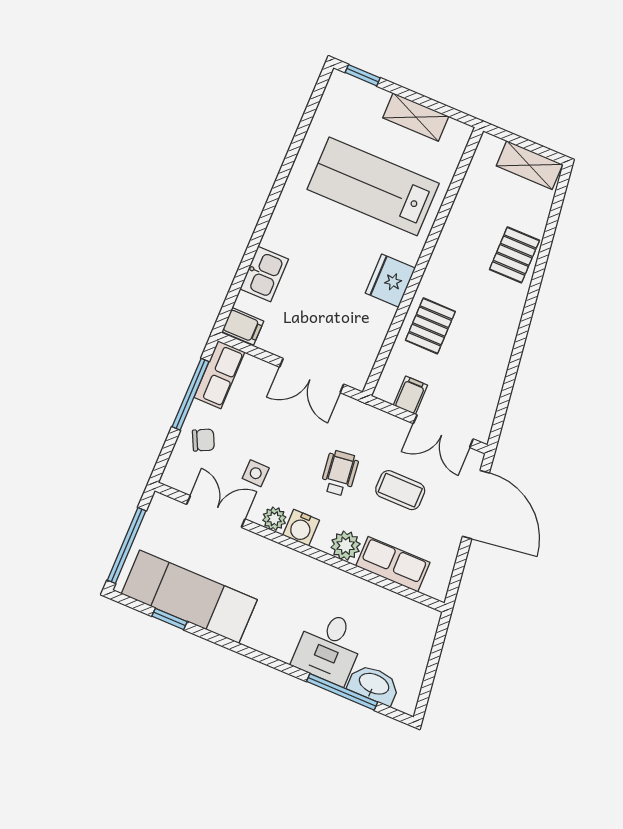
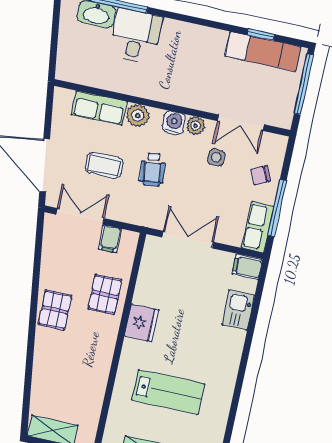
lab bench: (373, 186) -> (168, 392), width x0.73, depth x0.72
pallet: (514, 255) -> (55, 310), moved
exam couch: (189, 597) -> (263, 51), width x0.73, depth x0.69

